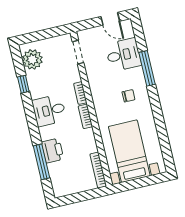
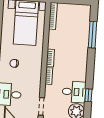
desk: (49, 110) -> (74, 92), moved
printer: (52, 151) -> (82, 40), removed

